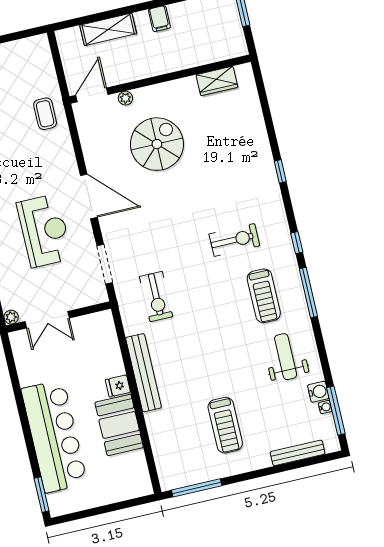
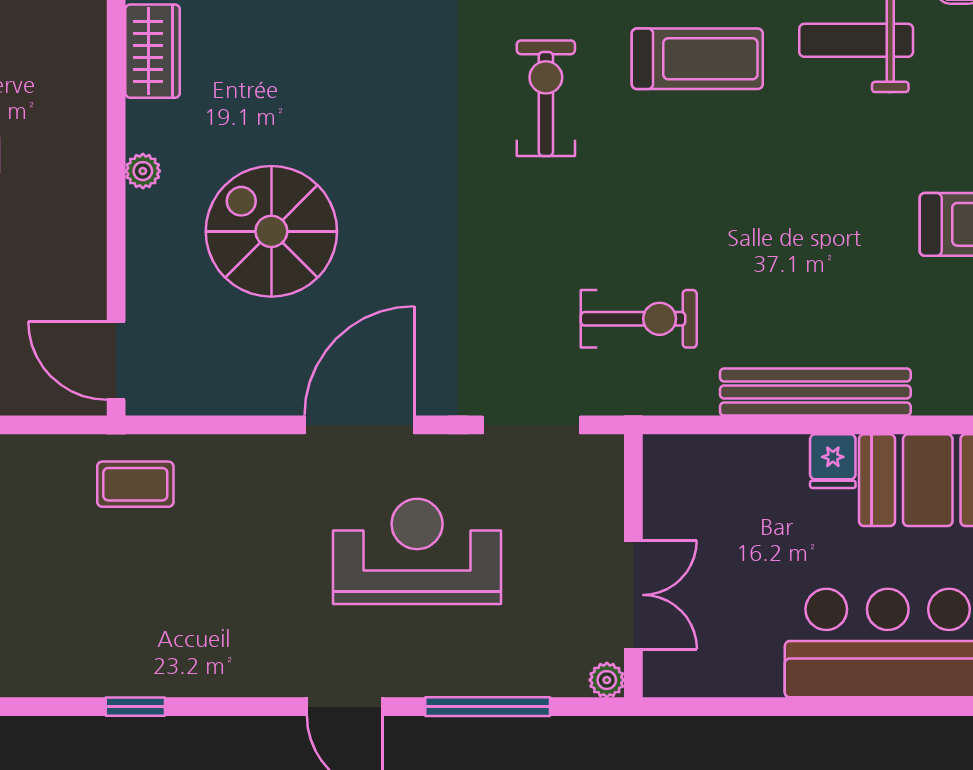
plant: (125, 98) -> (143, 171), moved

